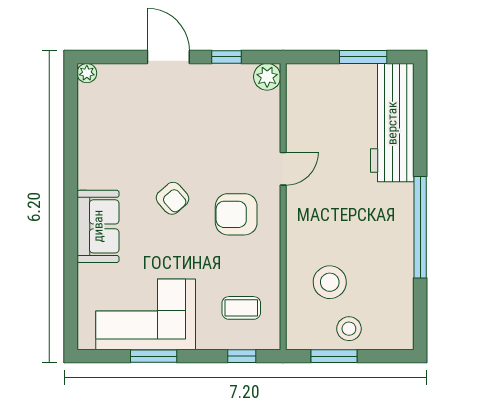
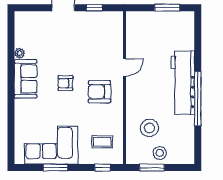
plant: (87, 73) -> (20, 53), moved
plant: (267, 77) -> (116, 18), removed
workbench: (392, 123) -> (183, 83), moved
armchair: (172, 198) -> (65, 83), turned 131
sofa: (98, 226) -> (26, 79), moved

